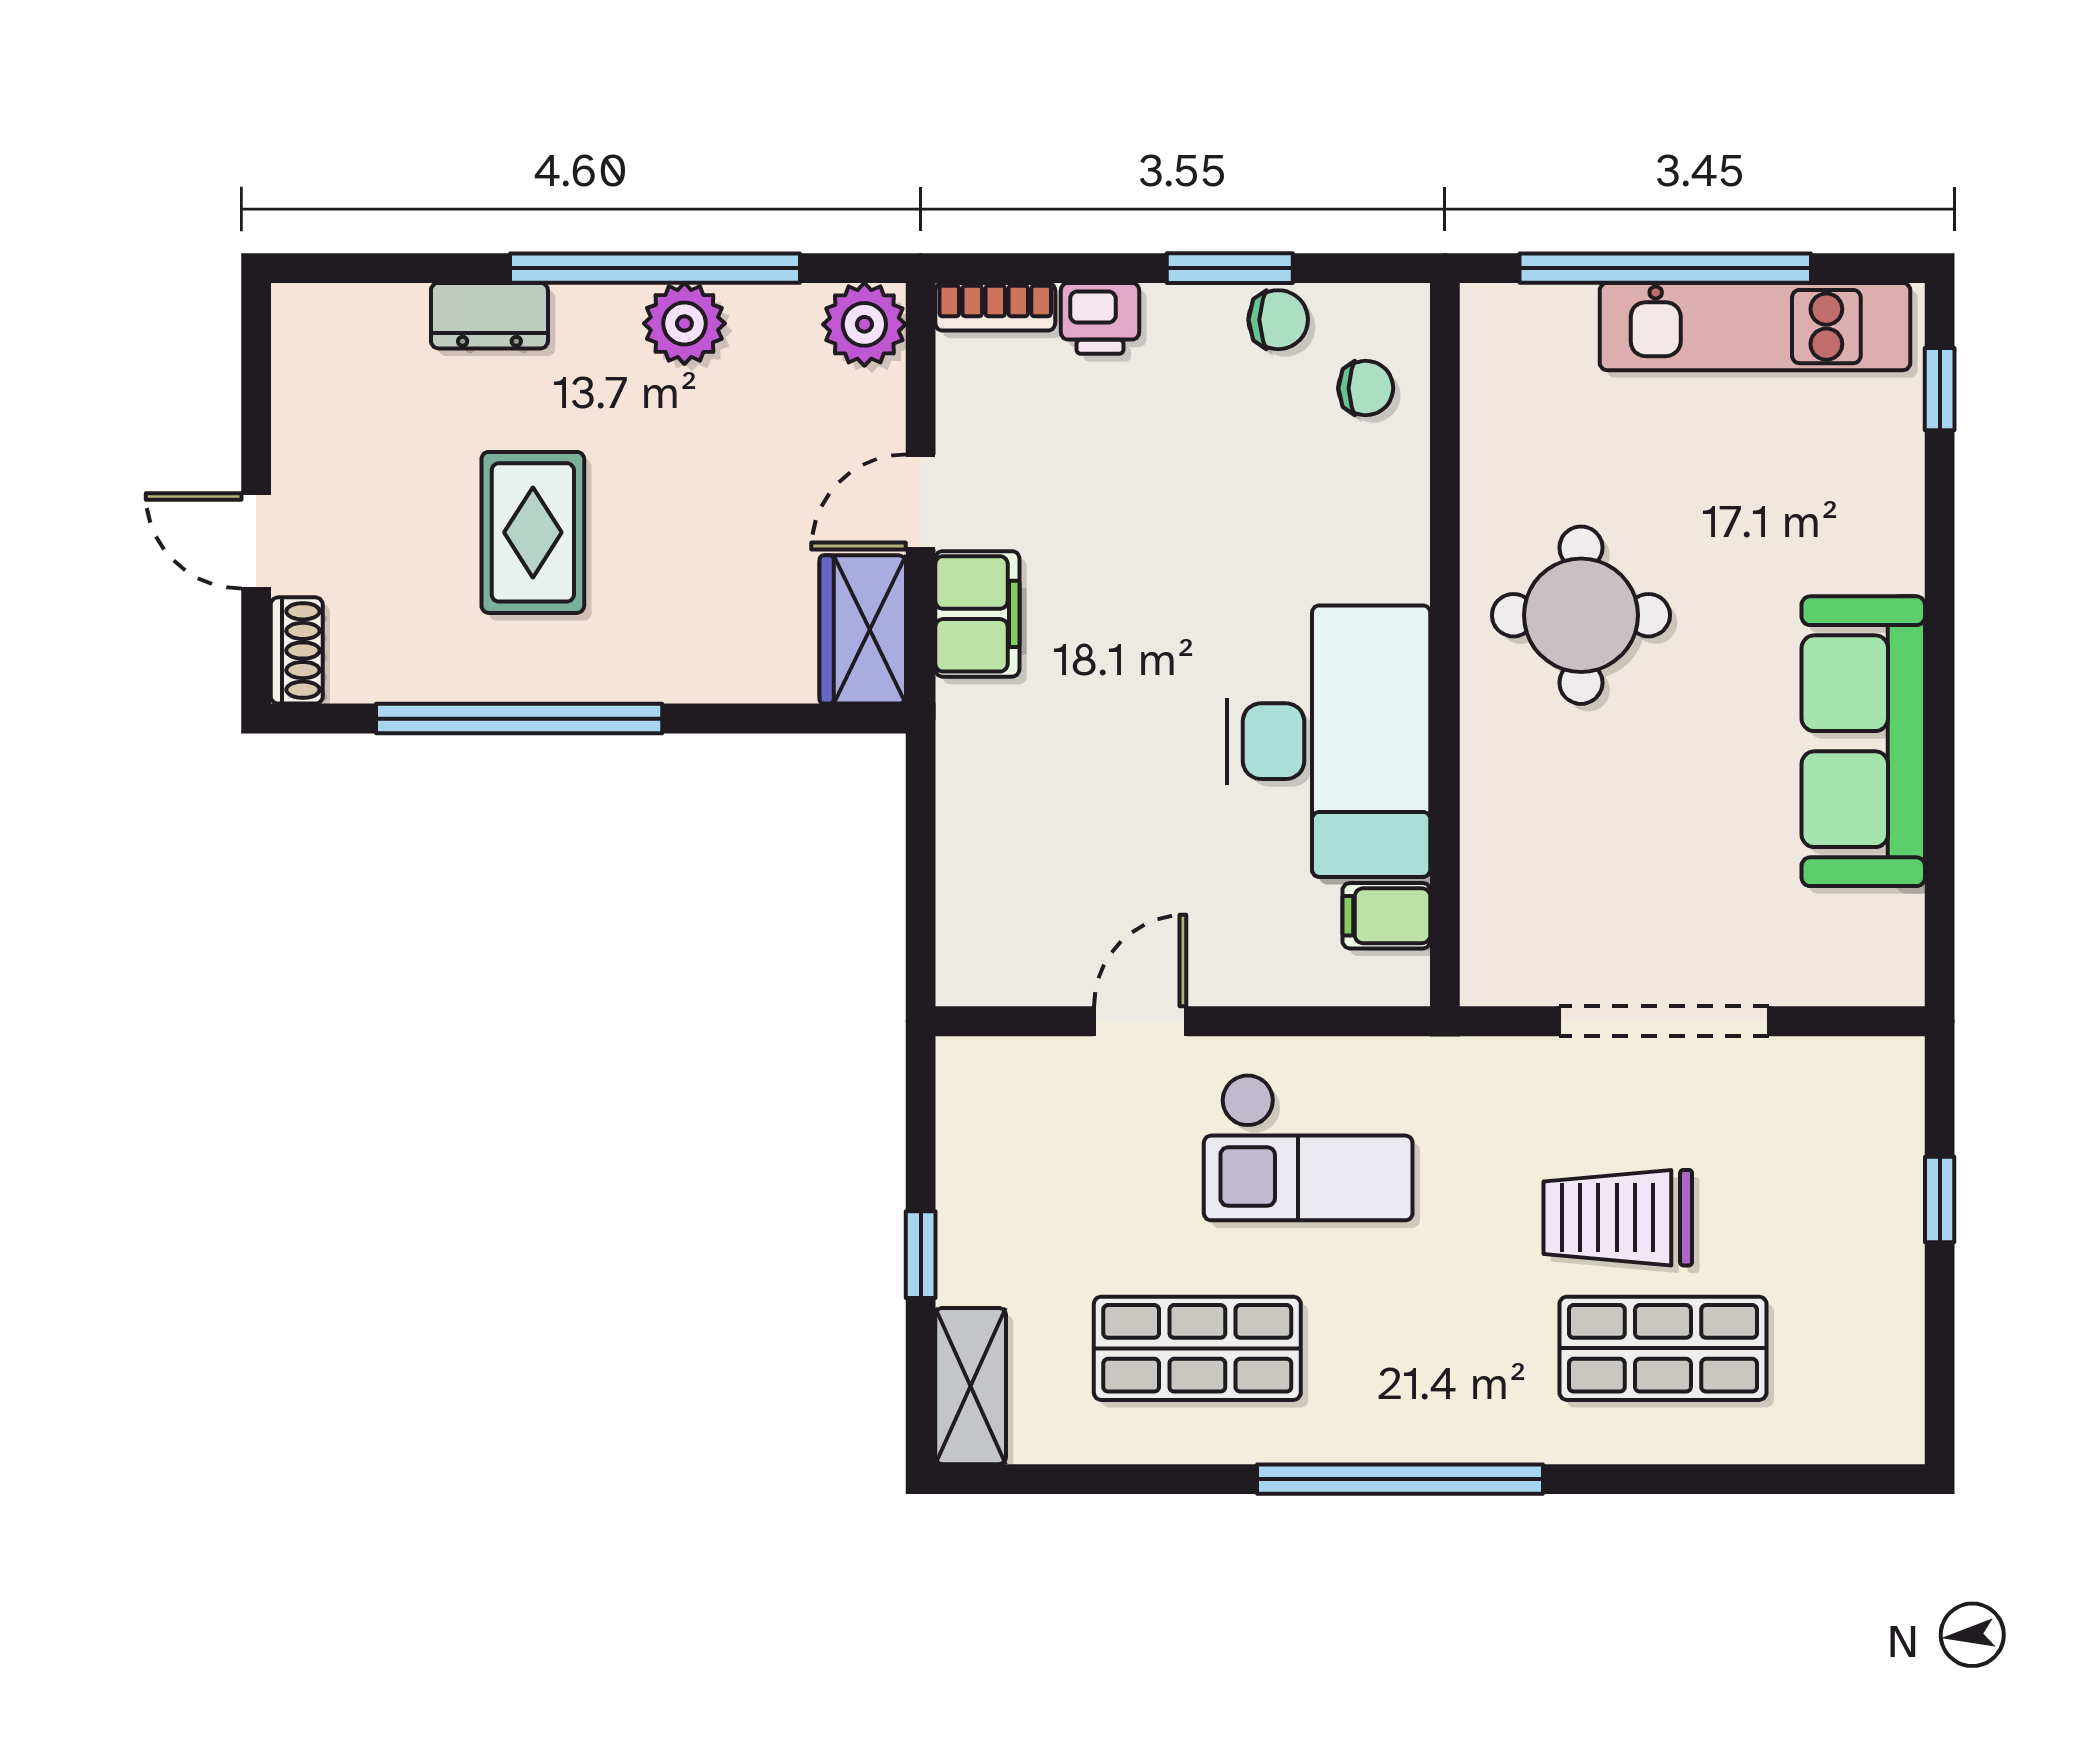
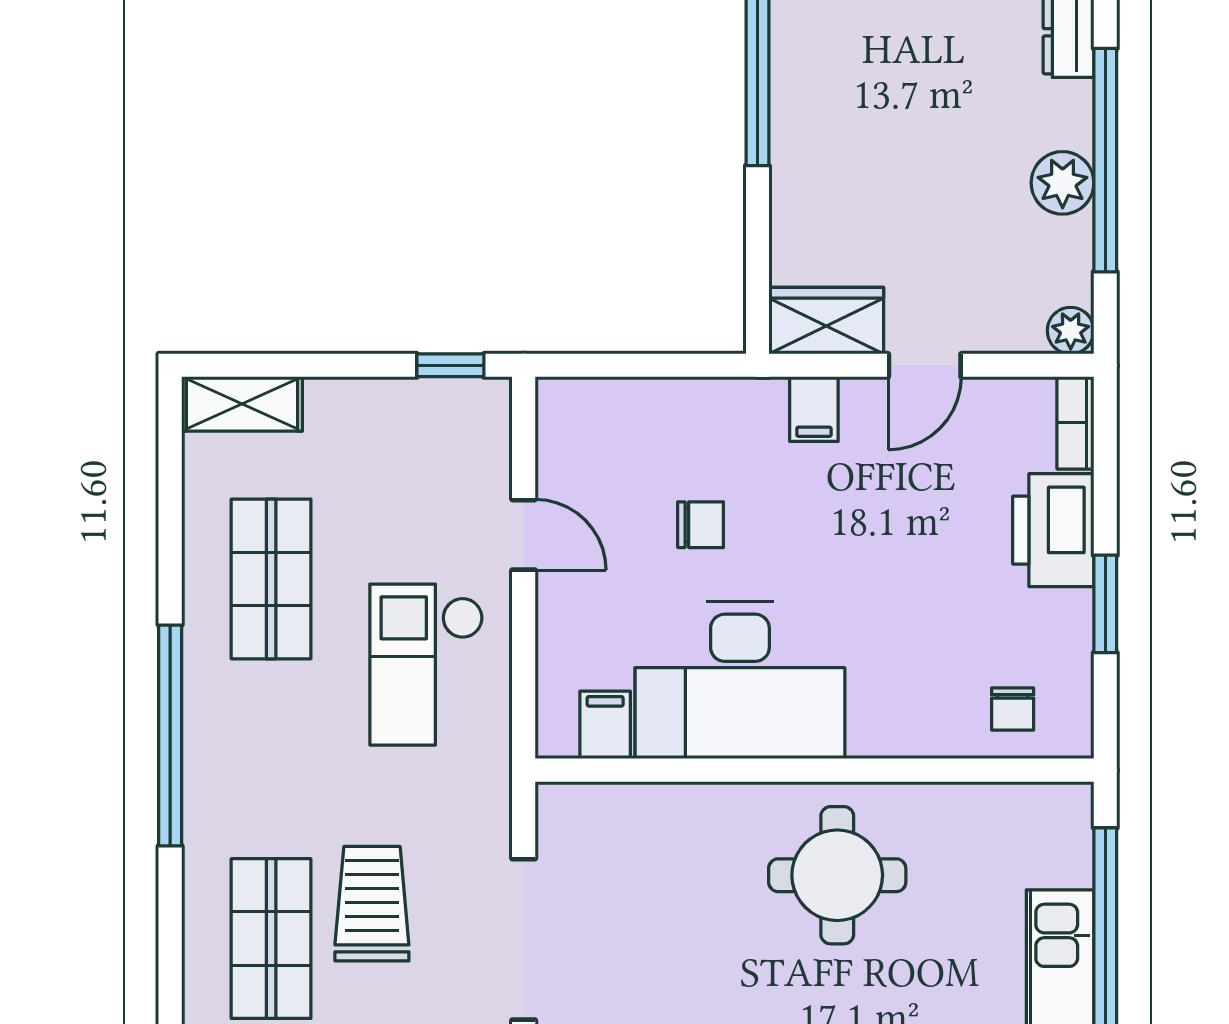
printer: (1100, 318) -> (1053, 530), width x1.87, depth x1.48
chair: (1278, 320) -> (701, 525), moved, turned -90
plant: (864, 324) -> (1071, 331), width x0.73, depth x0.73
door: (921, 502) -> (925, 365), swing flipped
rug: (533, 532) -> (901, 66), removed
filing cabinet: (977, 614) -> (814, 409), width x0.50
window: (921, 1255) -> (450, 365), moved

